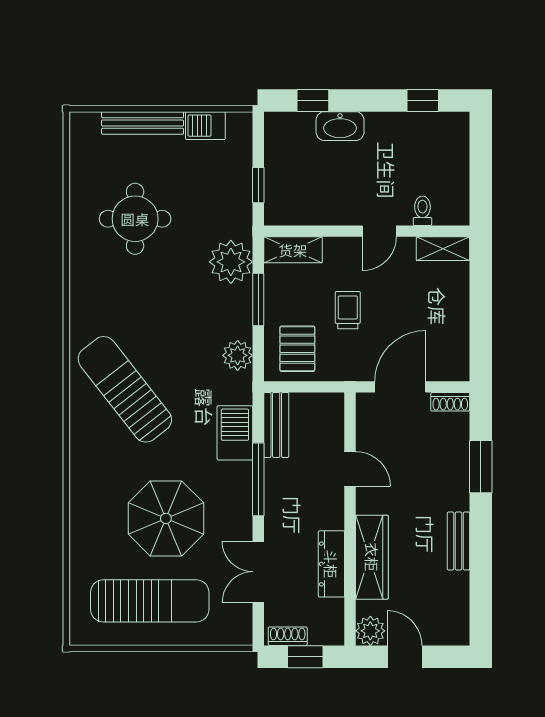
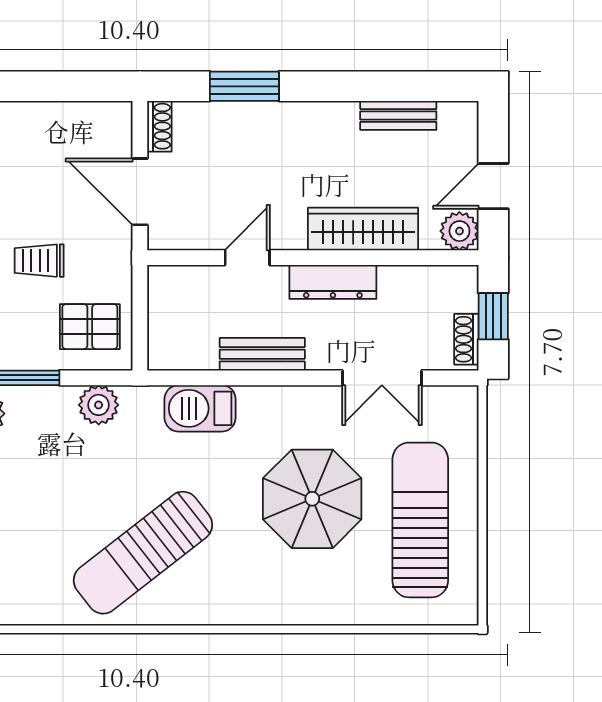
bench: (276, 425) -> (262, 354), moved
window: (258, 479) -> (261, 378), removed
bench: (459, 541) -> (398, 115), moved
dresser: (331, 564) -> (333, 282), moved

